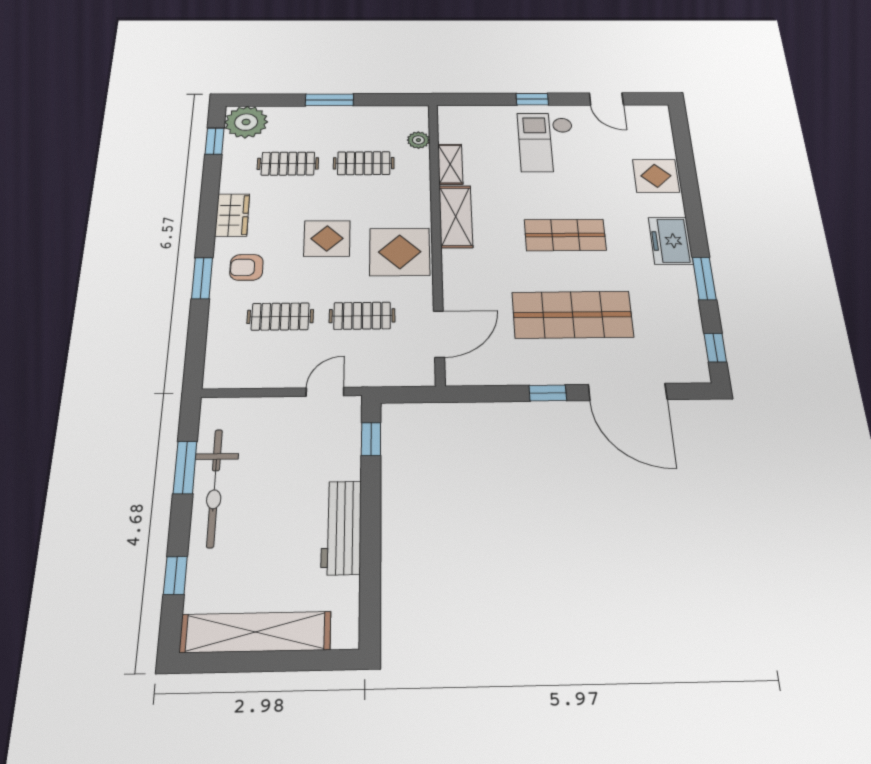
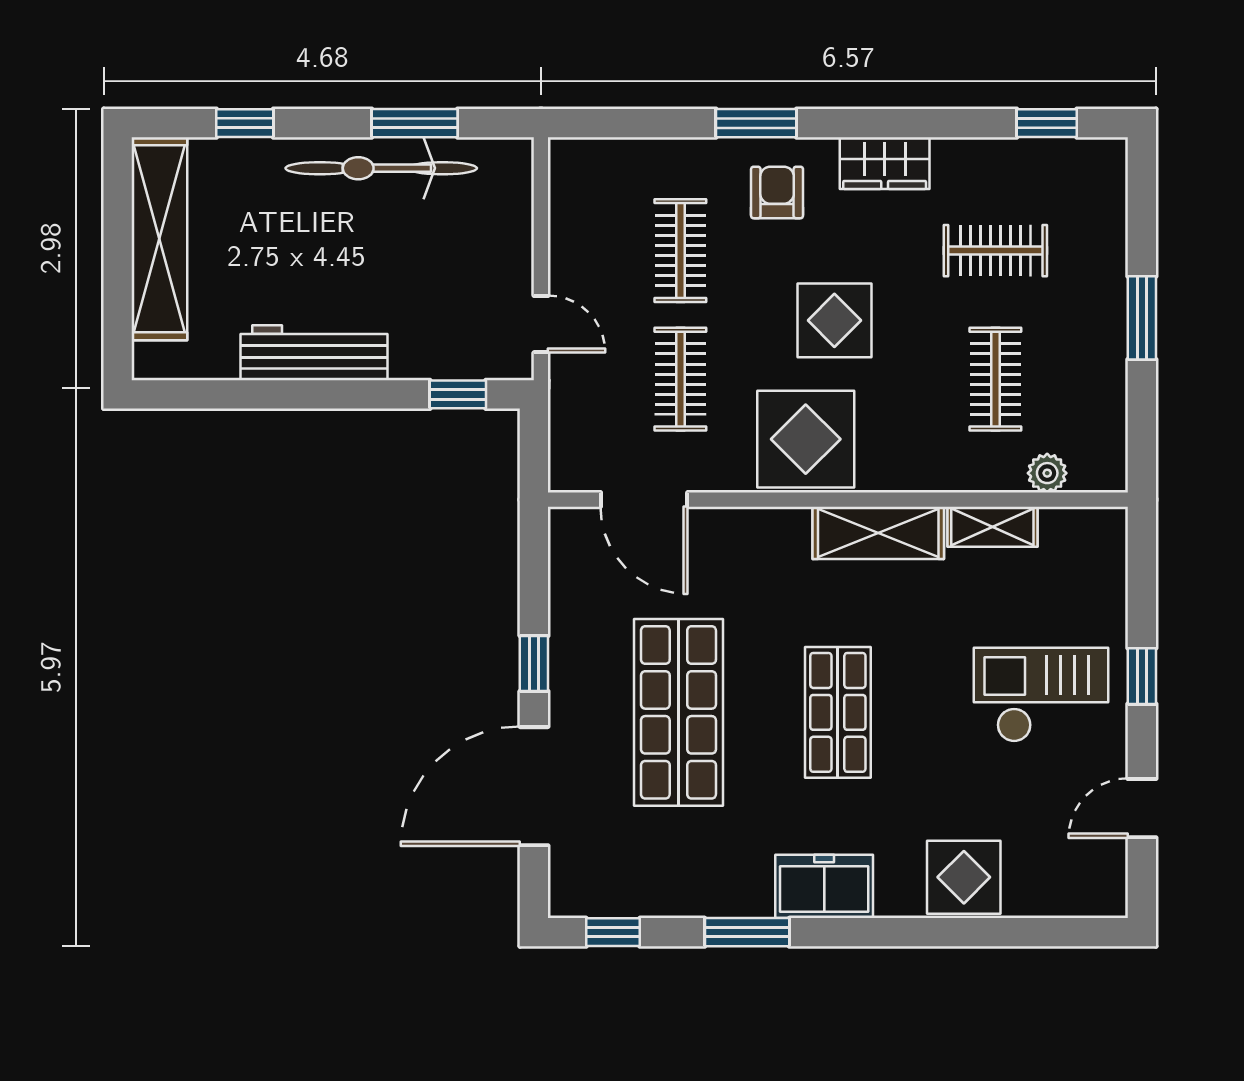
plant: (246, 122) -> (1090, 175), removed
clothes rail: (288, 164) -> (995, 251), turned 90

